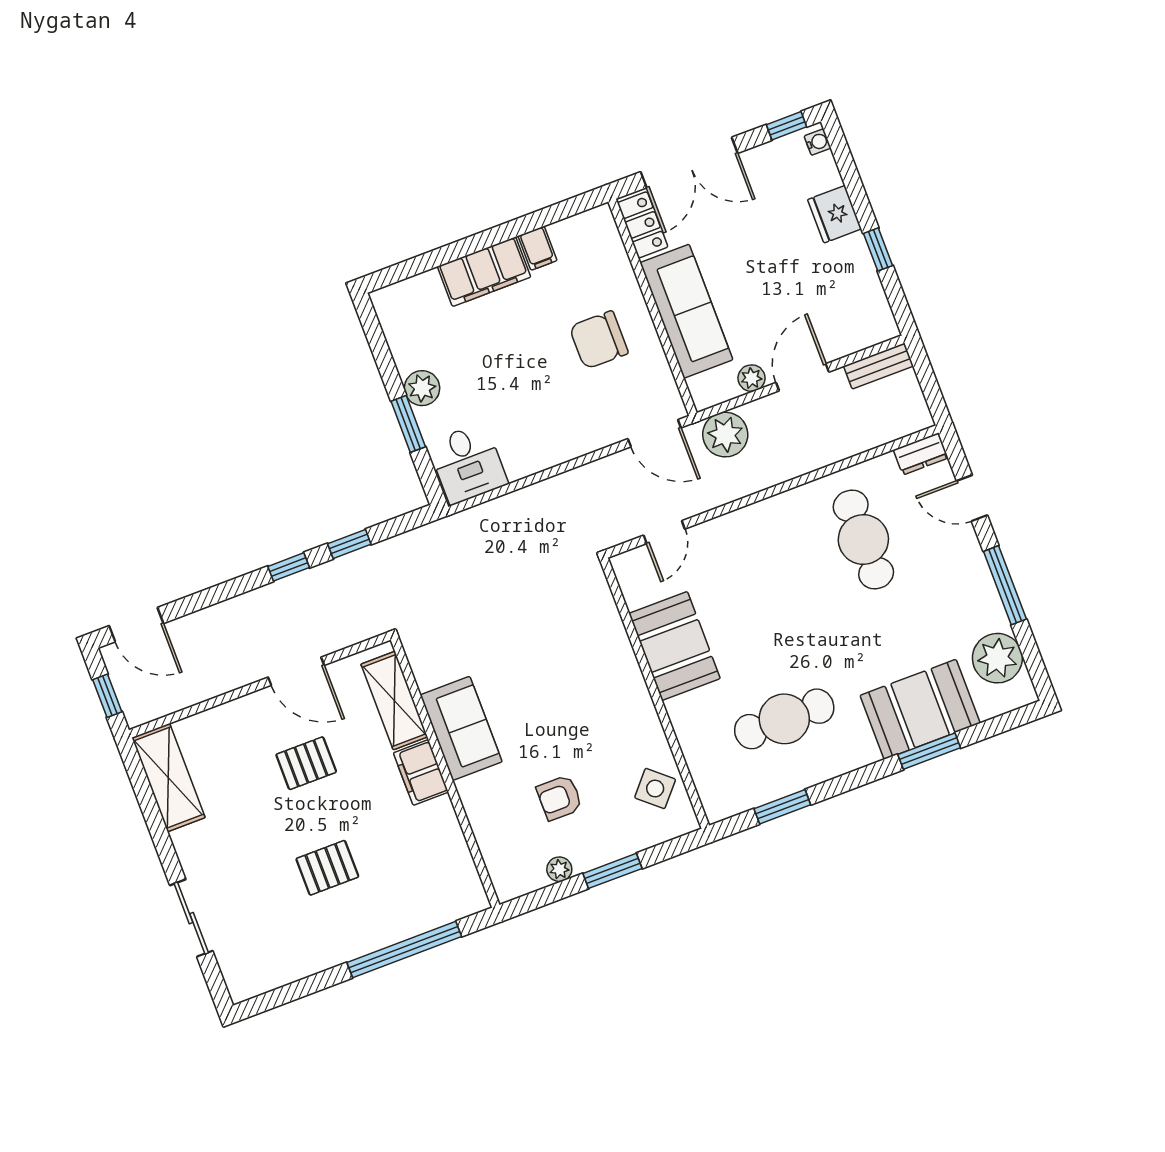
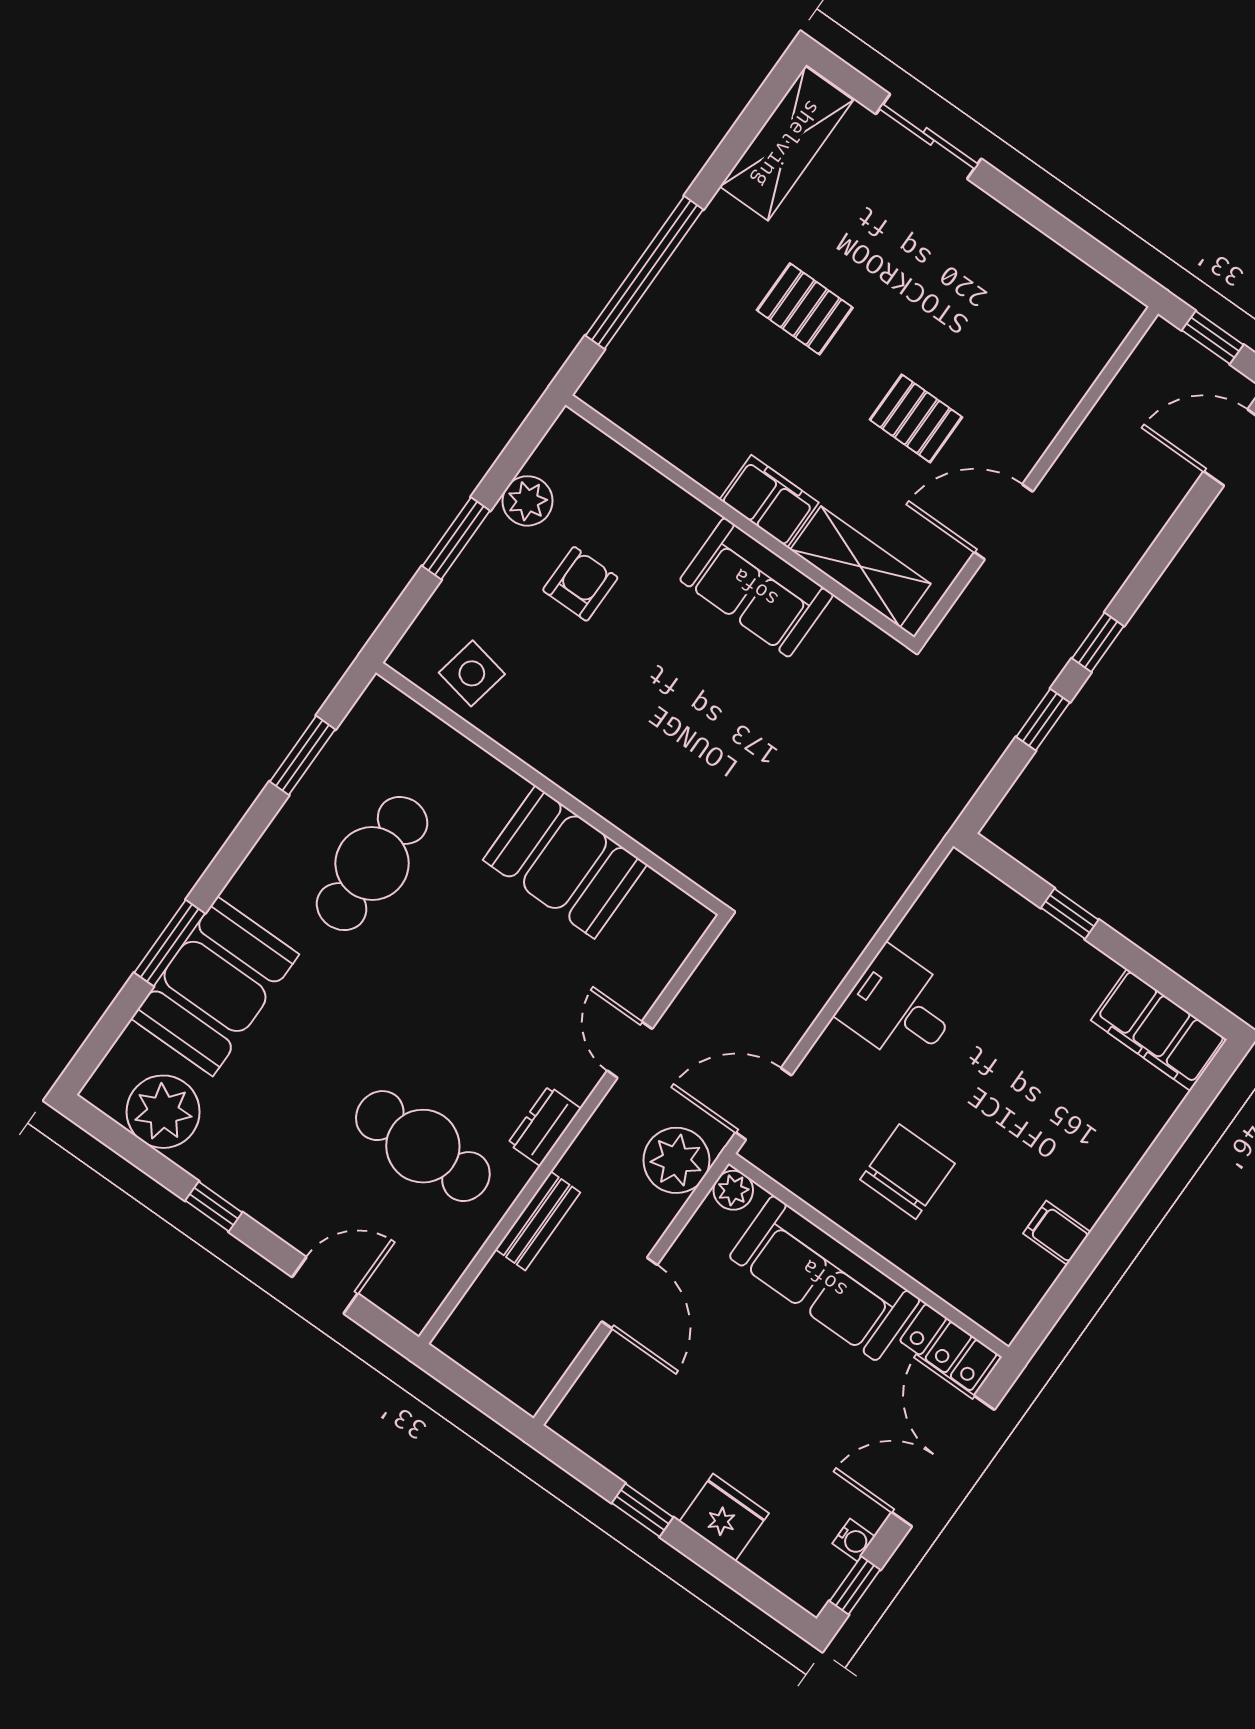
water cooler: (818, 142) -> (854, 1540), moved, turned -90
filing cabinet: (484, 272) -> (1159, 1030), moved, turned -90
bench: (878, 366) -> (538, 1221), moved
plant: (752, 378) -> (733, 1190), moved
plant: (422, 388) -> (1082, 968), removed
window: (408, 424) -> (1070, 914), width x0.67
dresser: (921, 454) -> (544, 1126), moved
desk: (468, 463) -> (900, 1007), moved
door: (664, 532) -> (630, 1050), moved
window: (1005, 585) -> (214, 1206), width x0.46
pallet: (306, 763) -> (916, 418), turned 90
shelving: (168, 778) -> (786, 143), moved, turned 90
side table: (655, 788) -> (472, 673), turned -30
pallet: (327, 868) -> (805, 309), turned 90
plant: (559, 869) -> (527, 501), width x1.38, depth x1.38

